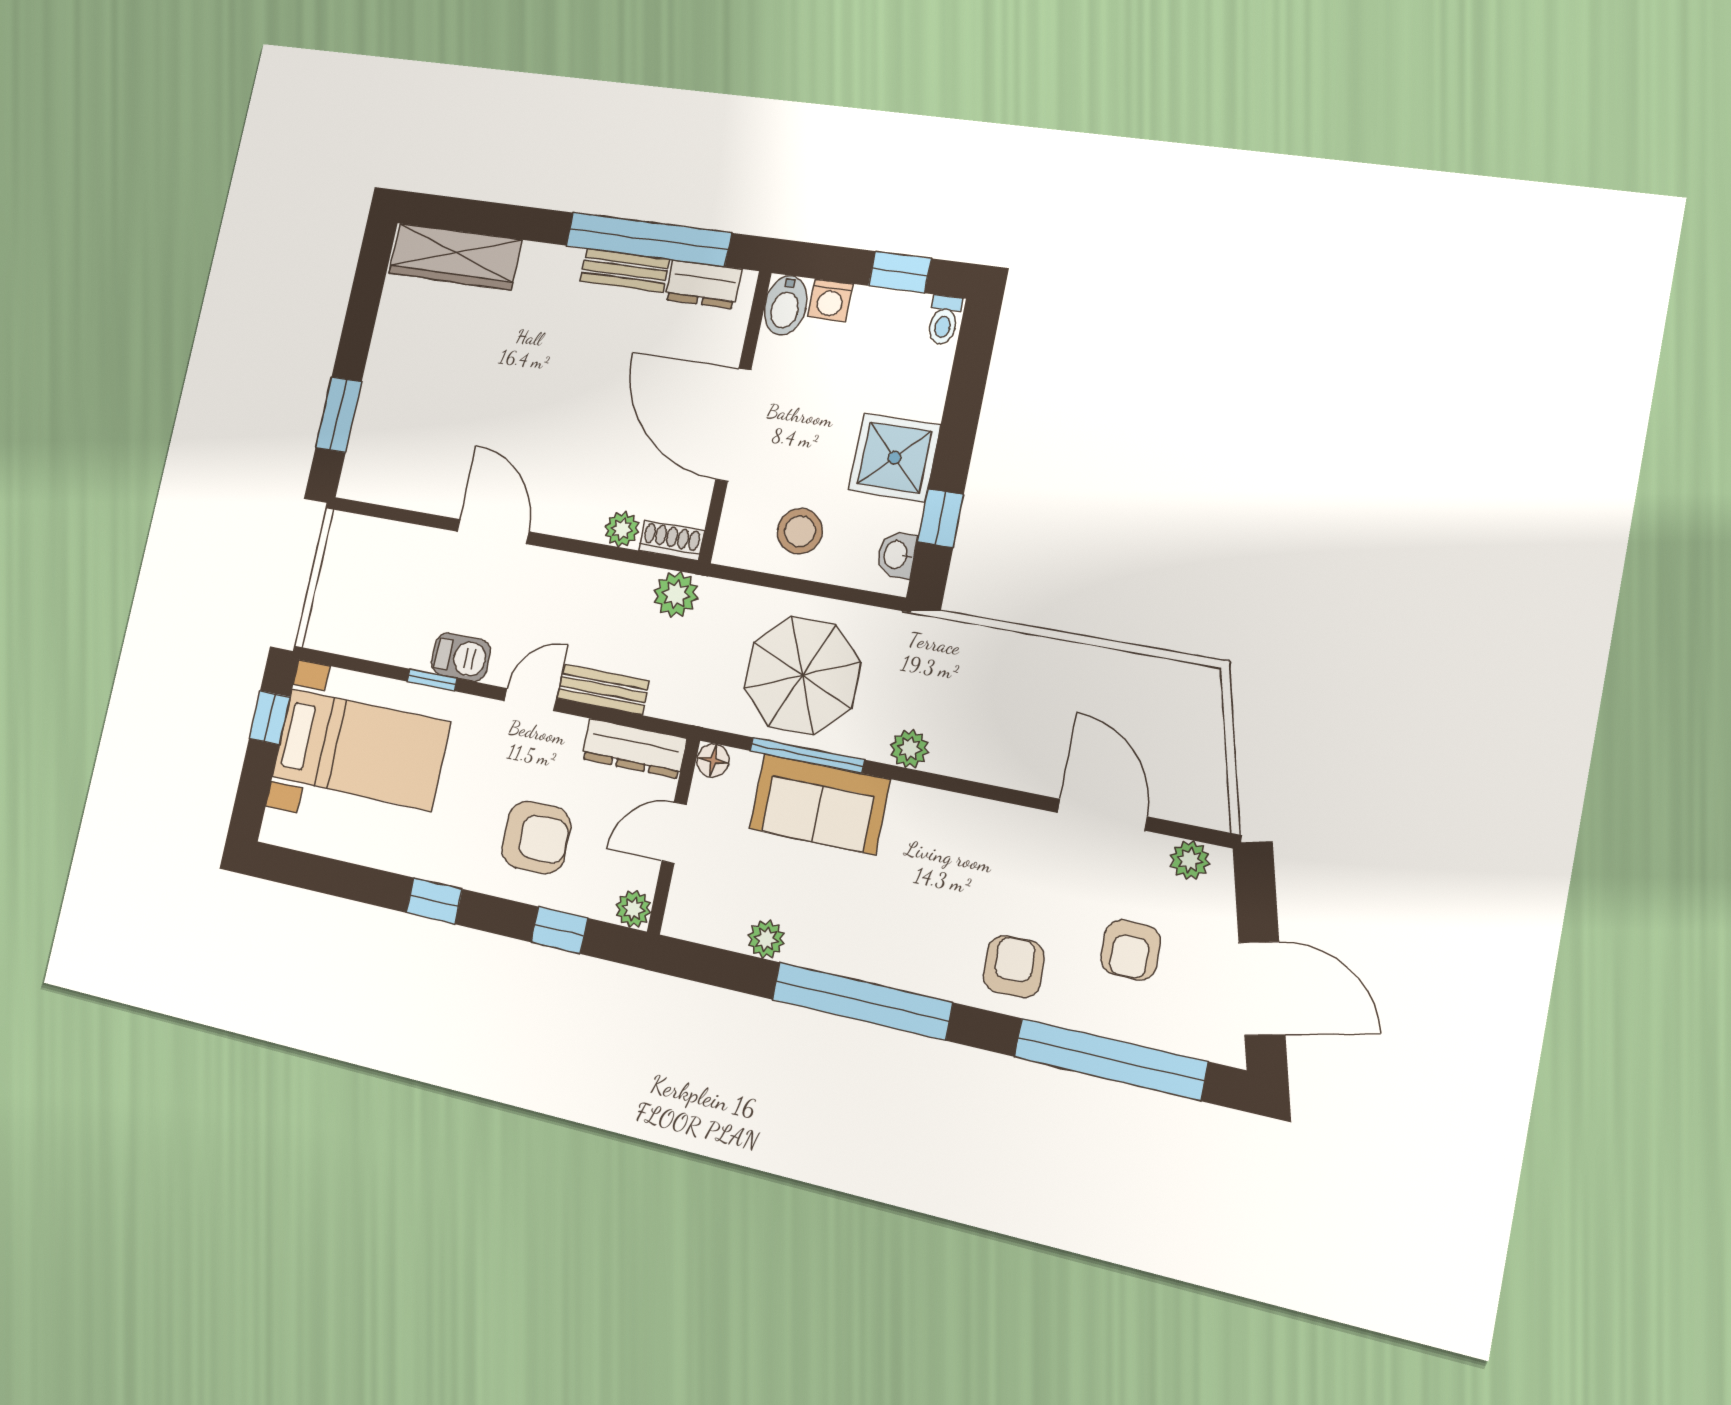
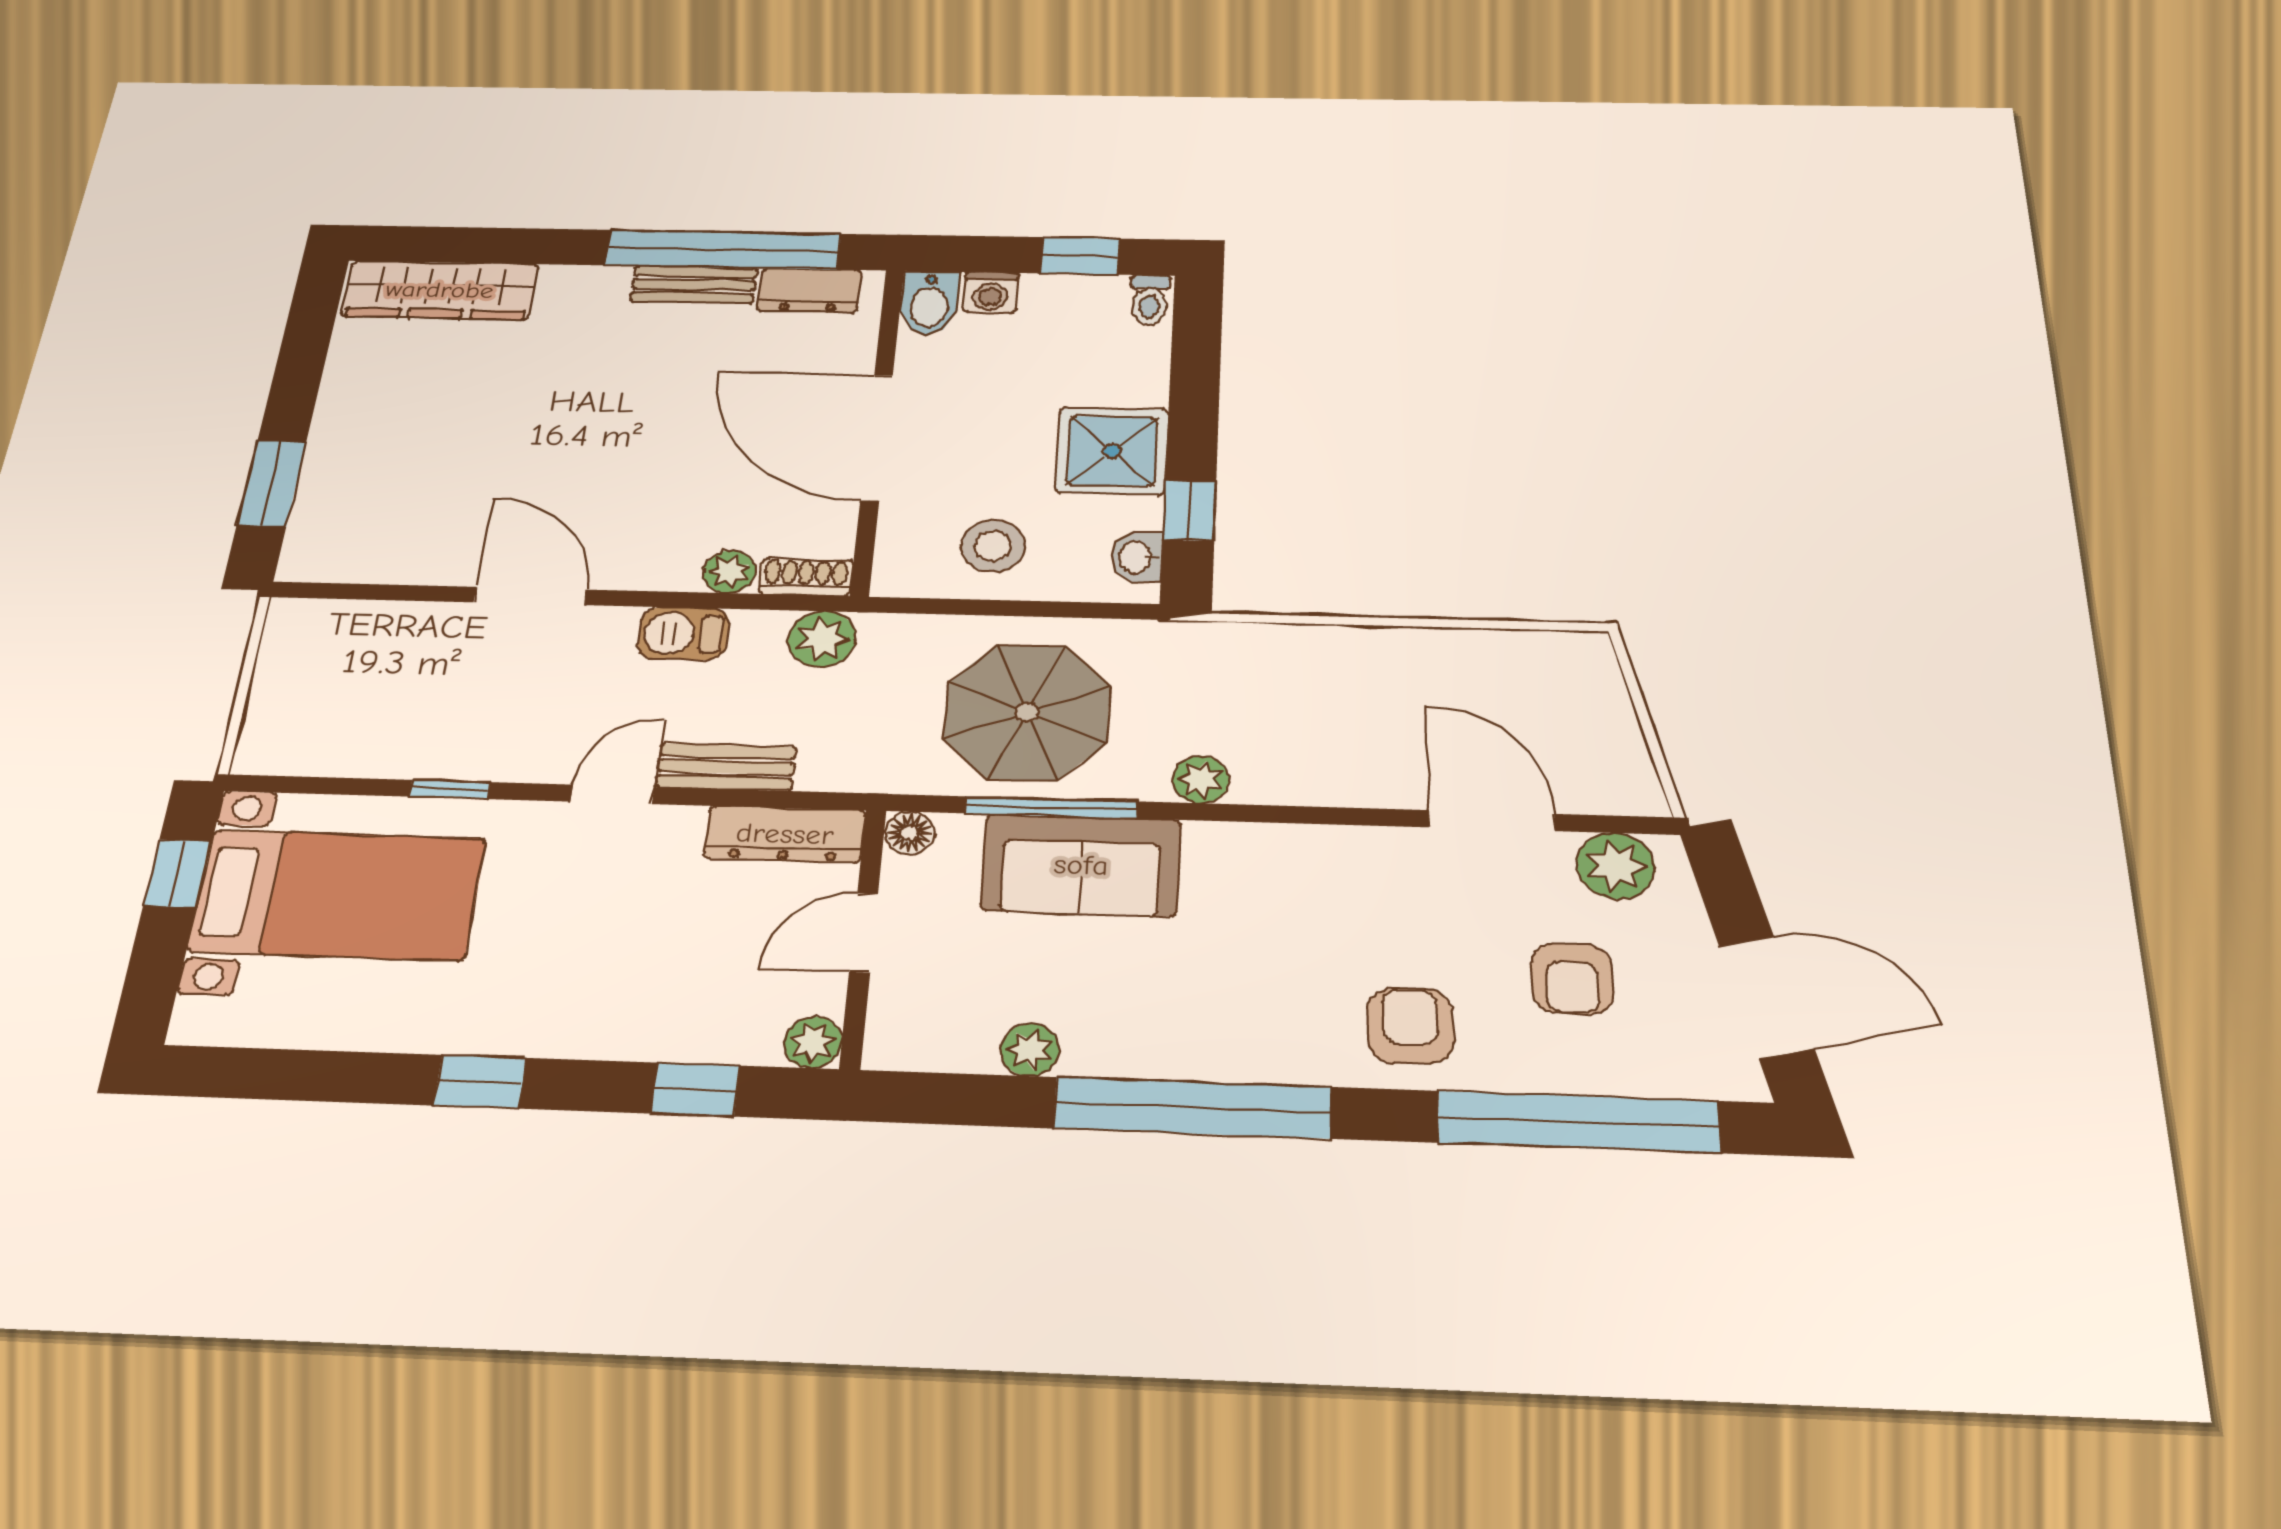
barbecue: (461, 657) -> (683, 633), moved, turned 180
armchair: (536, 837) -> (643, 971), removed
plant: (1190, 860) -> (1616, 866), width x1.38, depth x1.38

